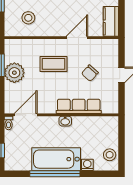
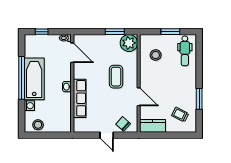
plant: (14, 73) -> (129, 43), moved
chair: (90, 73) -> (123, 124), moved

